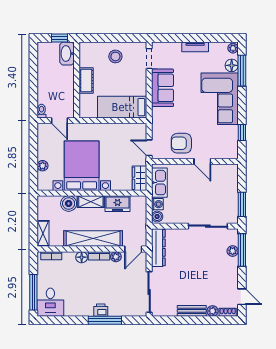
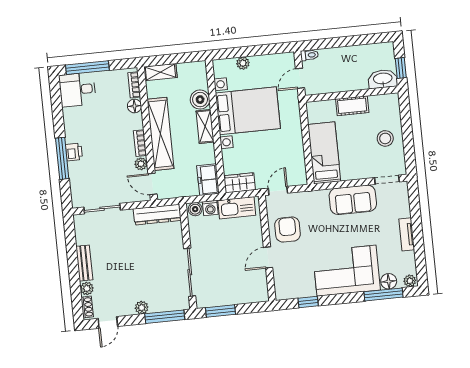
freezer: (118, 204) -> (208, 180), moved
plant: (233, 251) -> (142, 308), moved
floor lamp: (82, 257) -> (134, 106), moved
sliding door: (149, 292) -> (102, 209), width x0.73

